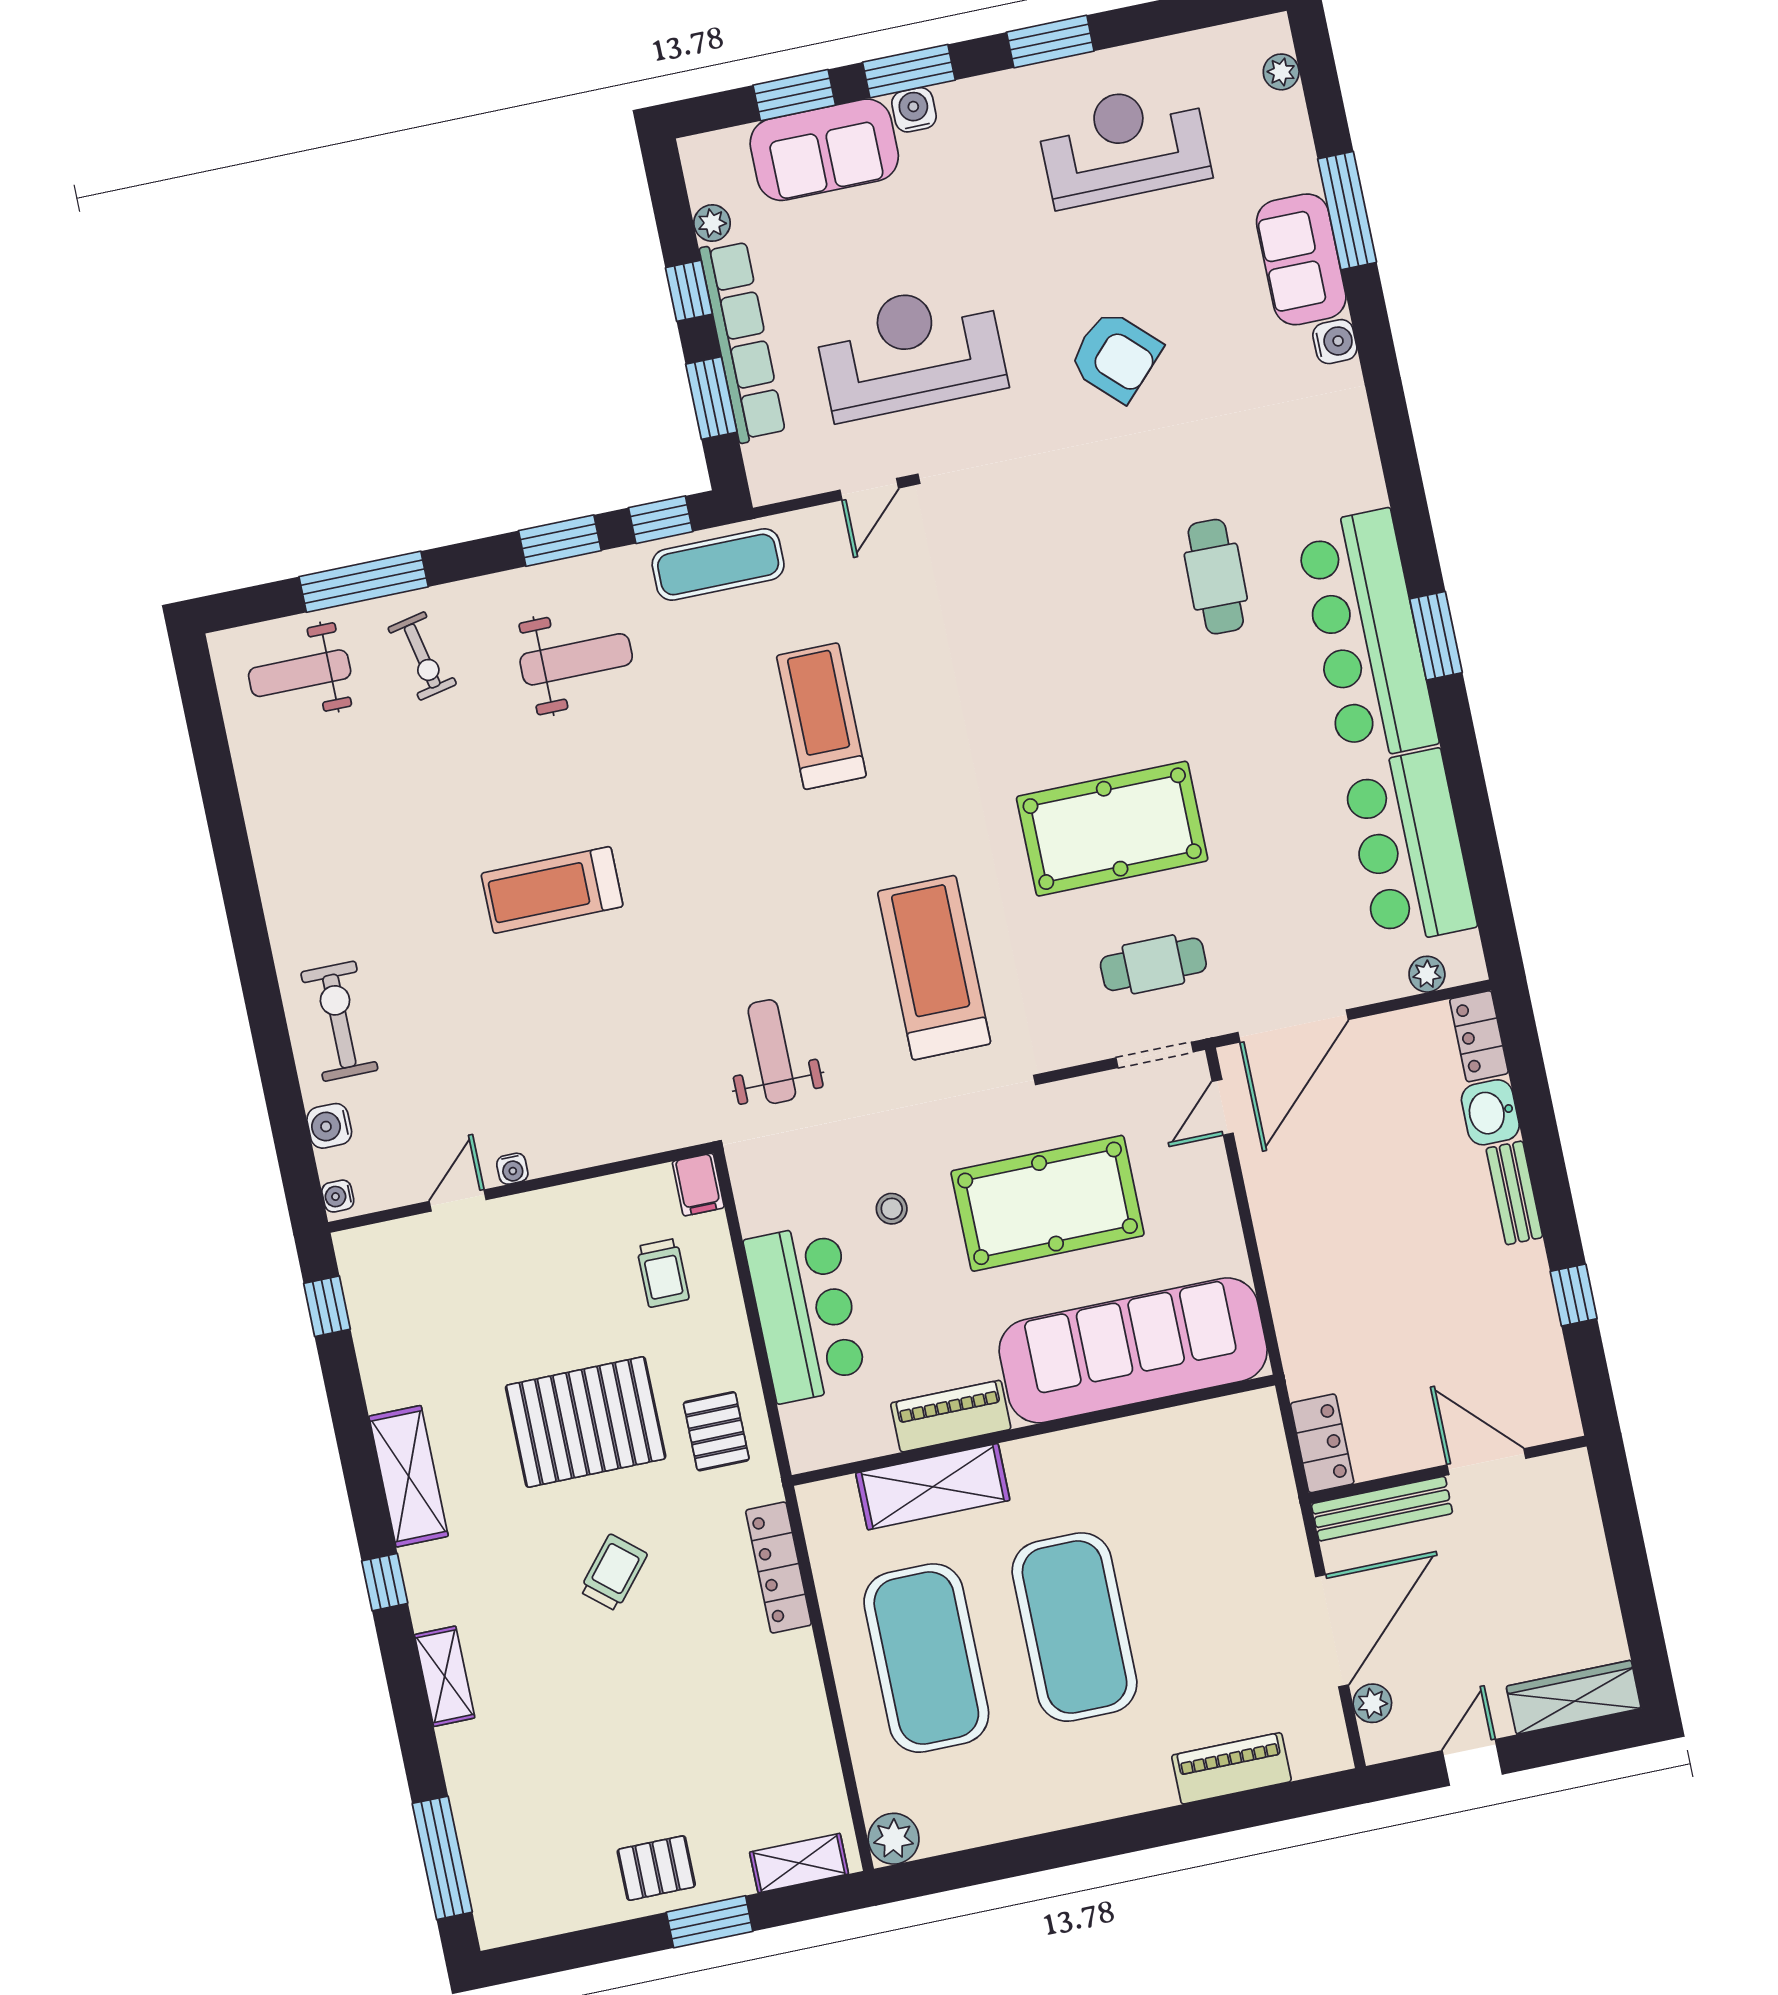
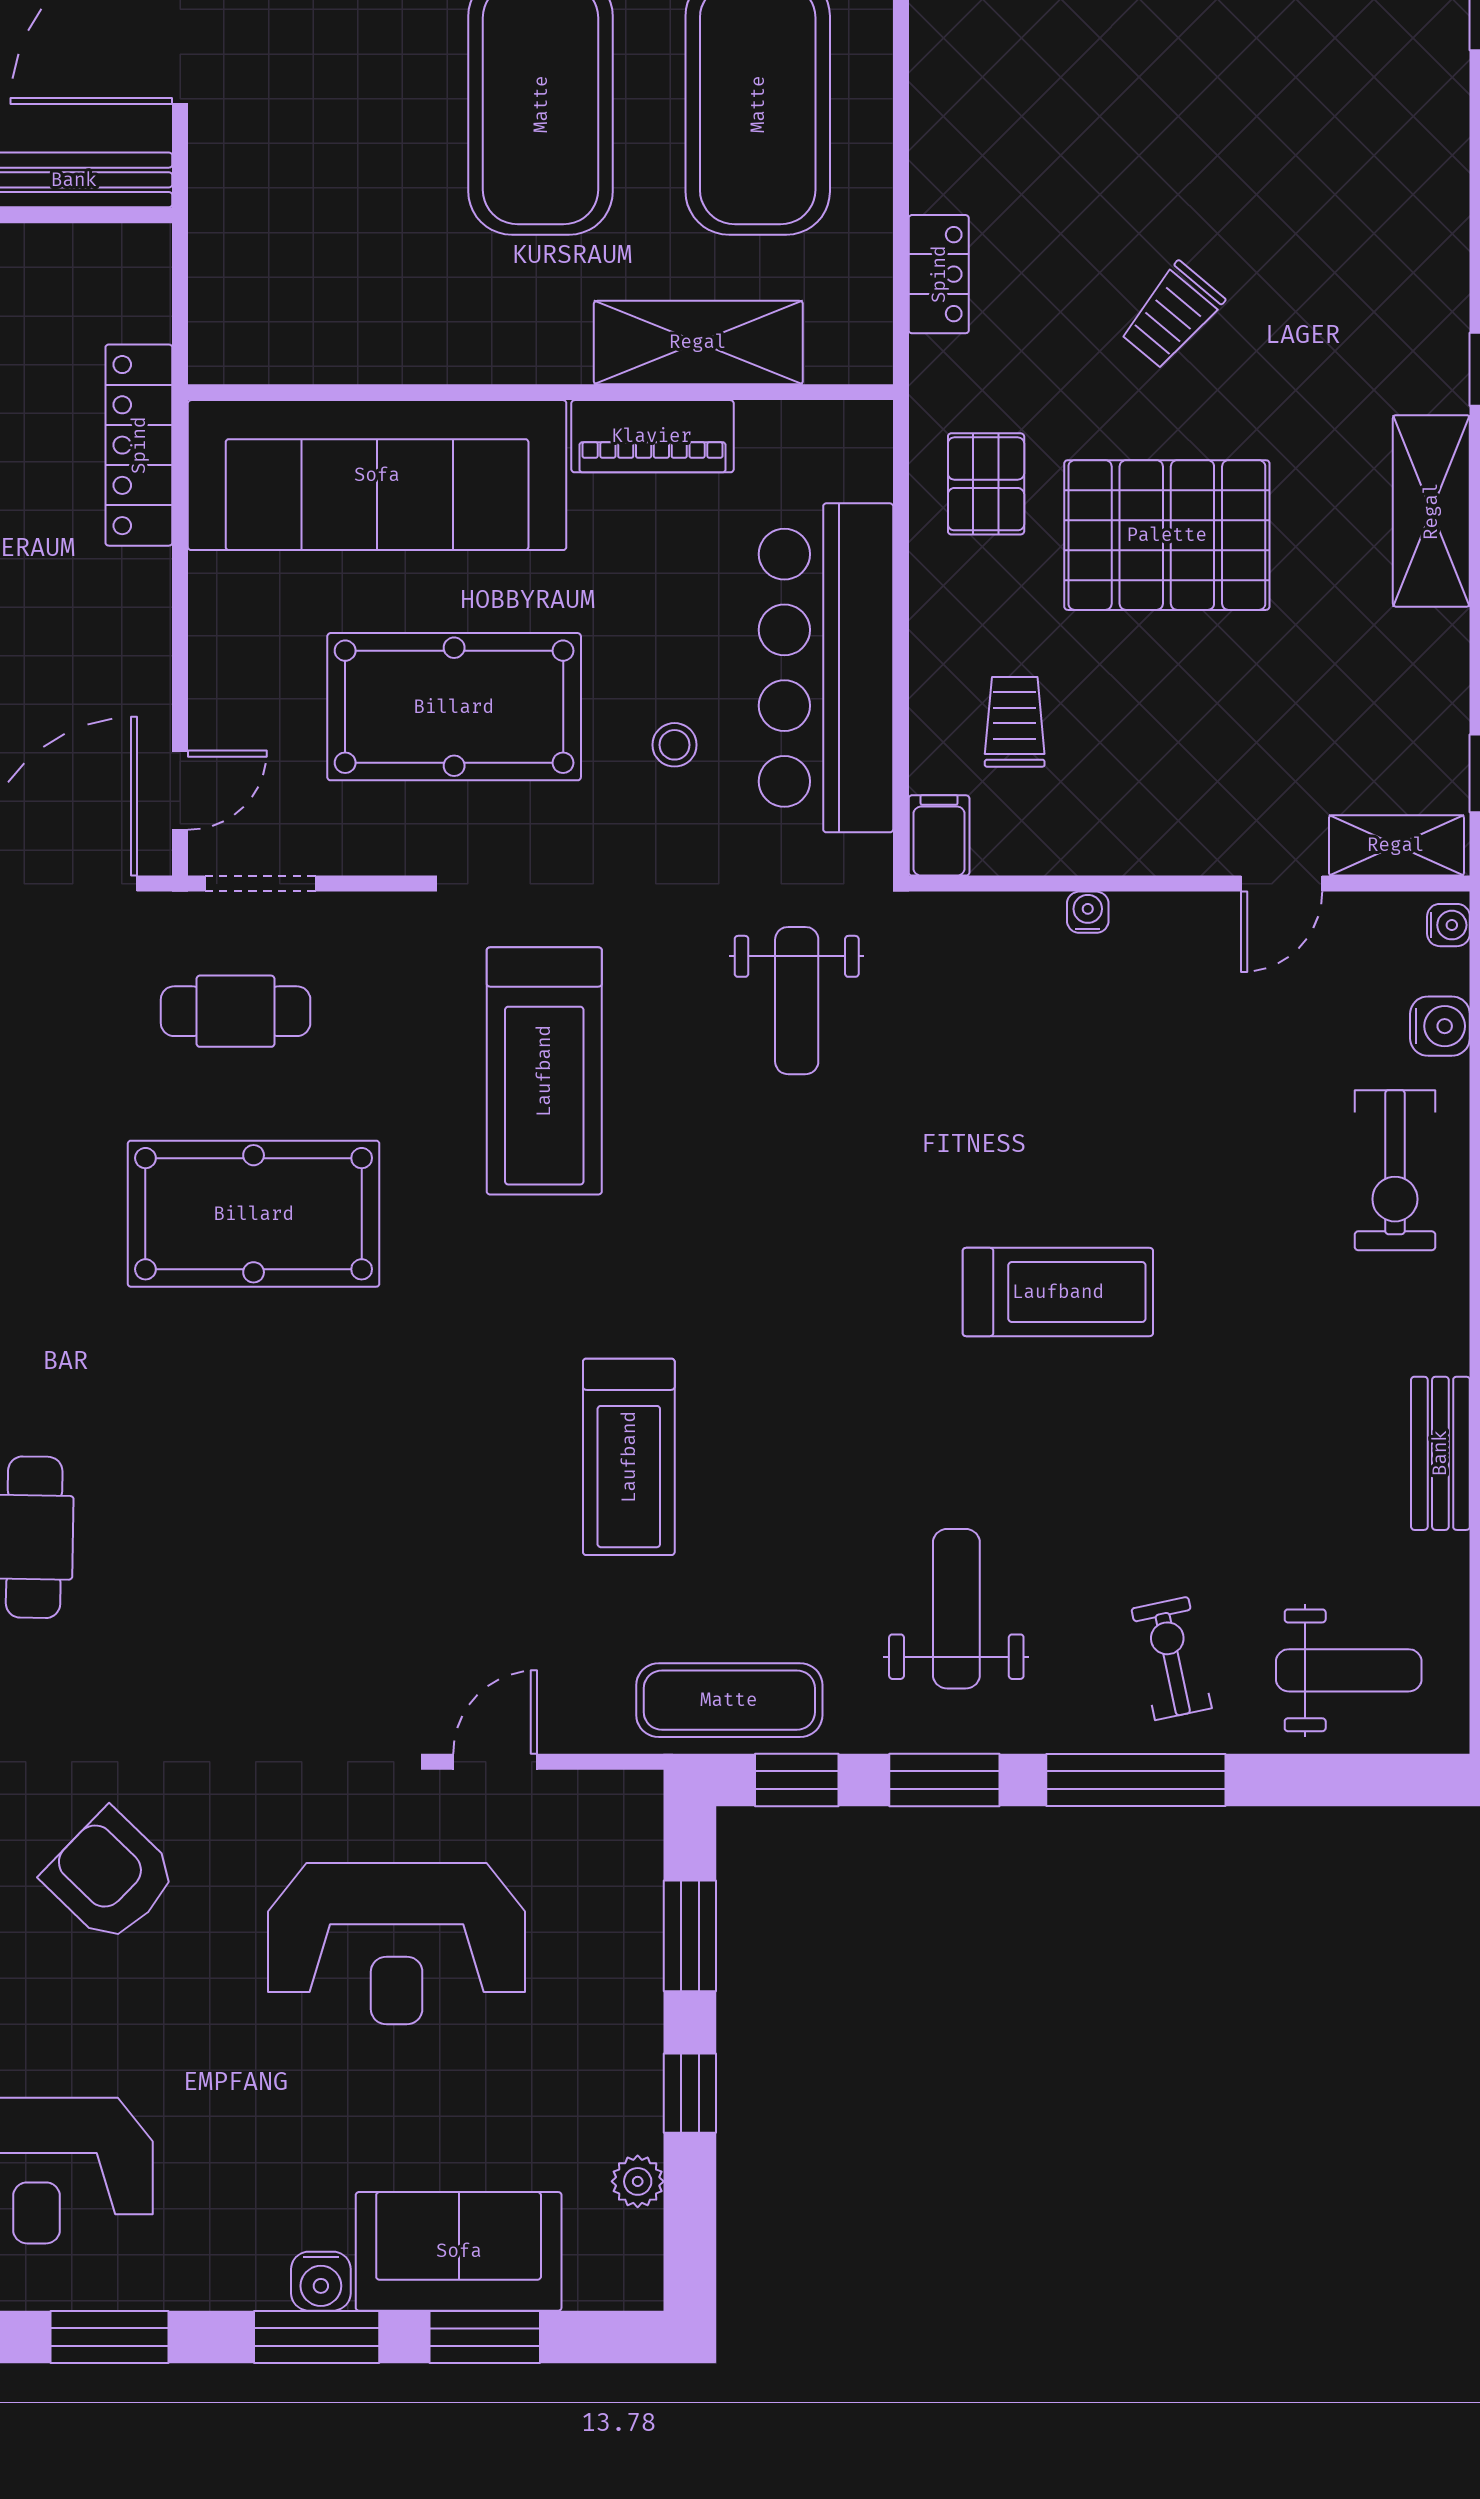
row of seats: (742, 341) -> (630, 2007), removed
window: (364, 582) -> (1136, 1780), moved
weight bench: (576, 659) -> (956, 1609), turned 90
bench: (268, 834) -> (1440, 1453), added
water cooler: (512, 1169) -> (1088, 912), moved
bar counter: (806, 1313) -> (826, 668), width x1.36
locker: (1322, 1443) -> (139, 445), moved, width x1.53
locker: (778, 1568) -> (939, 274), width x0.66
shelving: (445, 1676) -> (1396, 845), moved, turned 90

